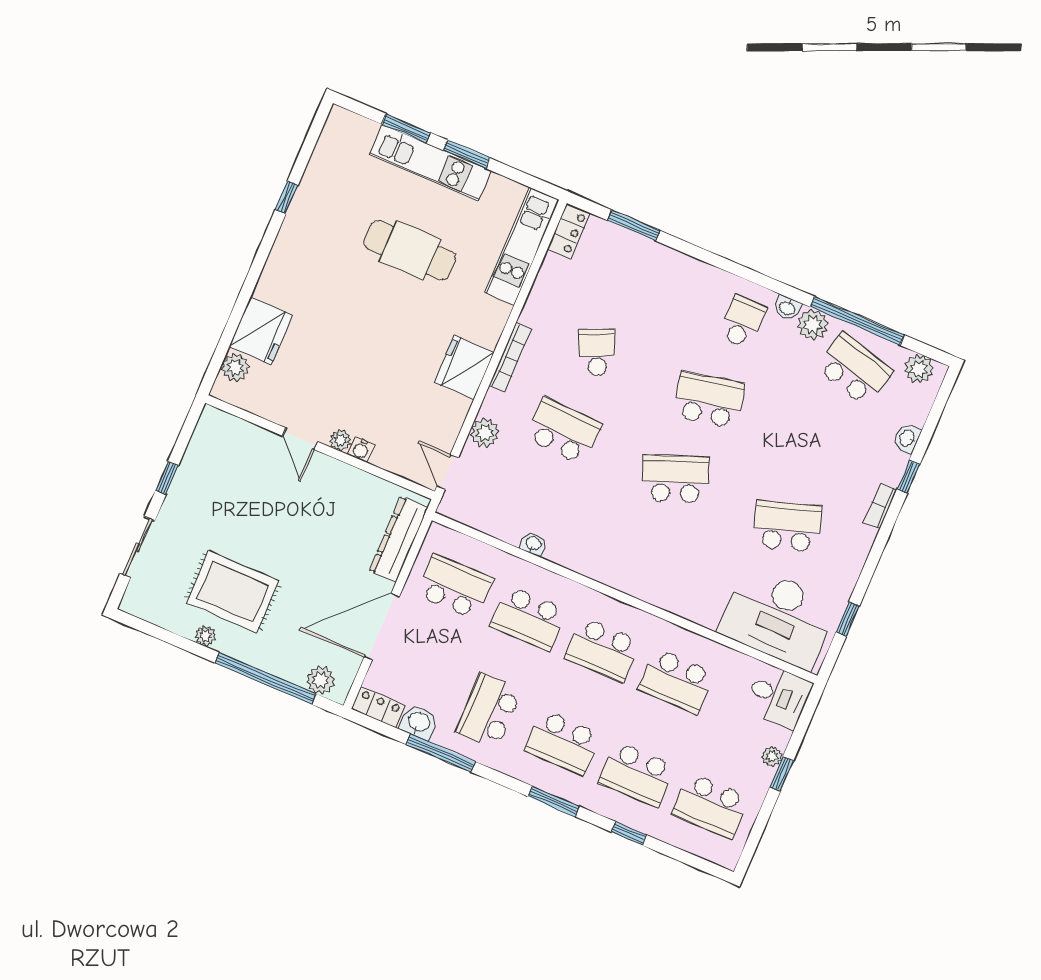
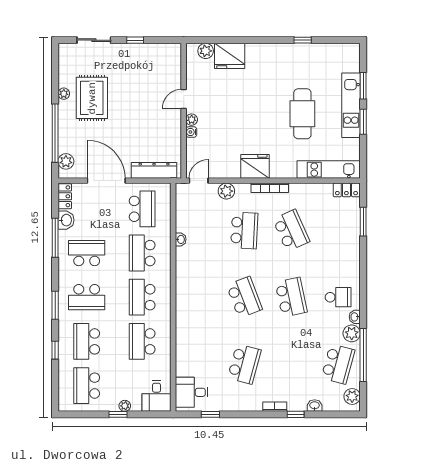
school desk: (597, 352) -> (291, 230), width x1.85
school desk: (787, 526) -> (244, 364), turned 33
desk: (778, 617) -> (192, 392), width x0.53, depth x0.77
school desk: (563, 743) -> (87, 297), turned -90

